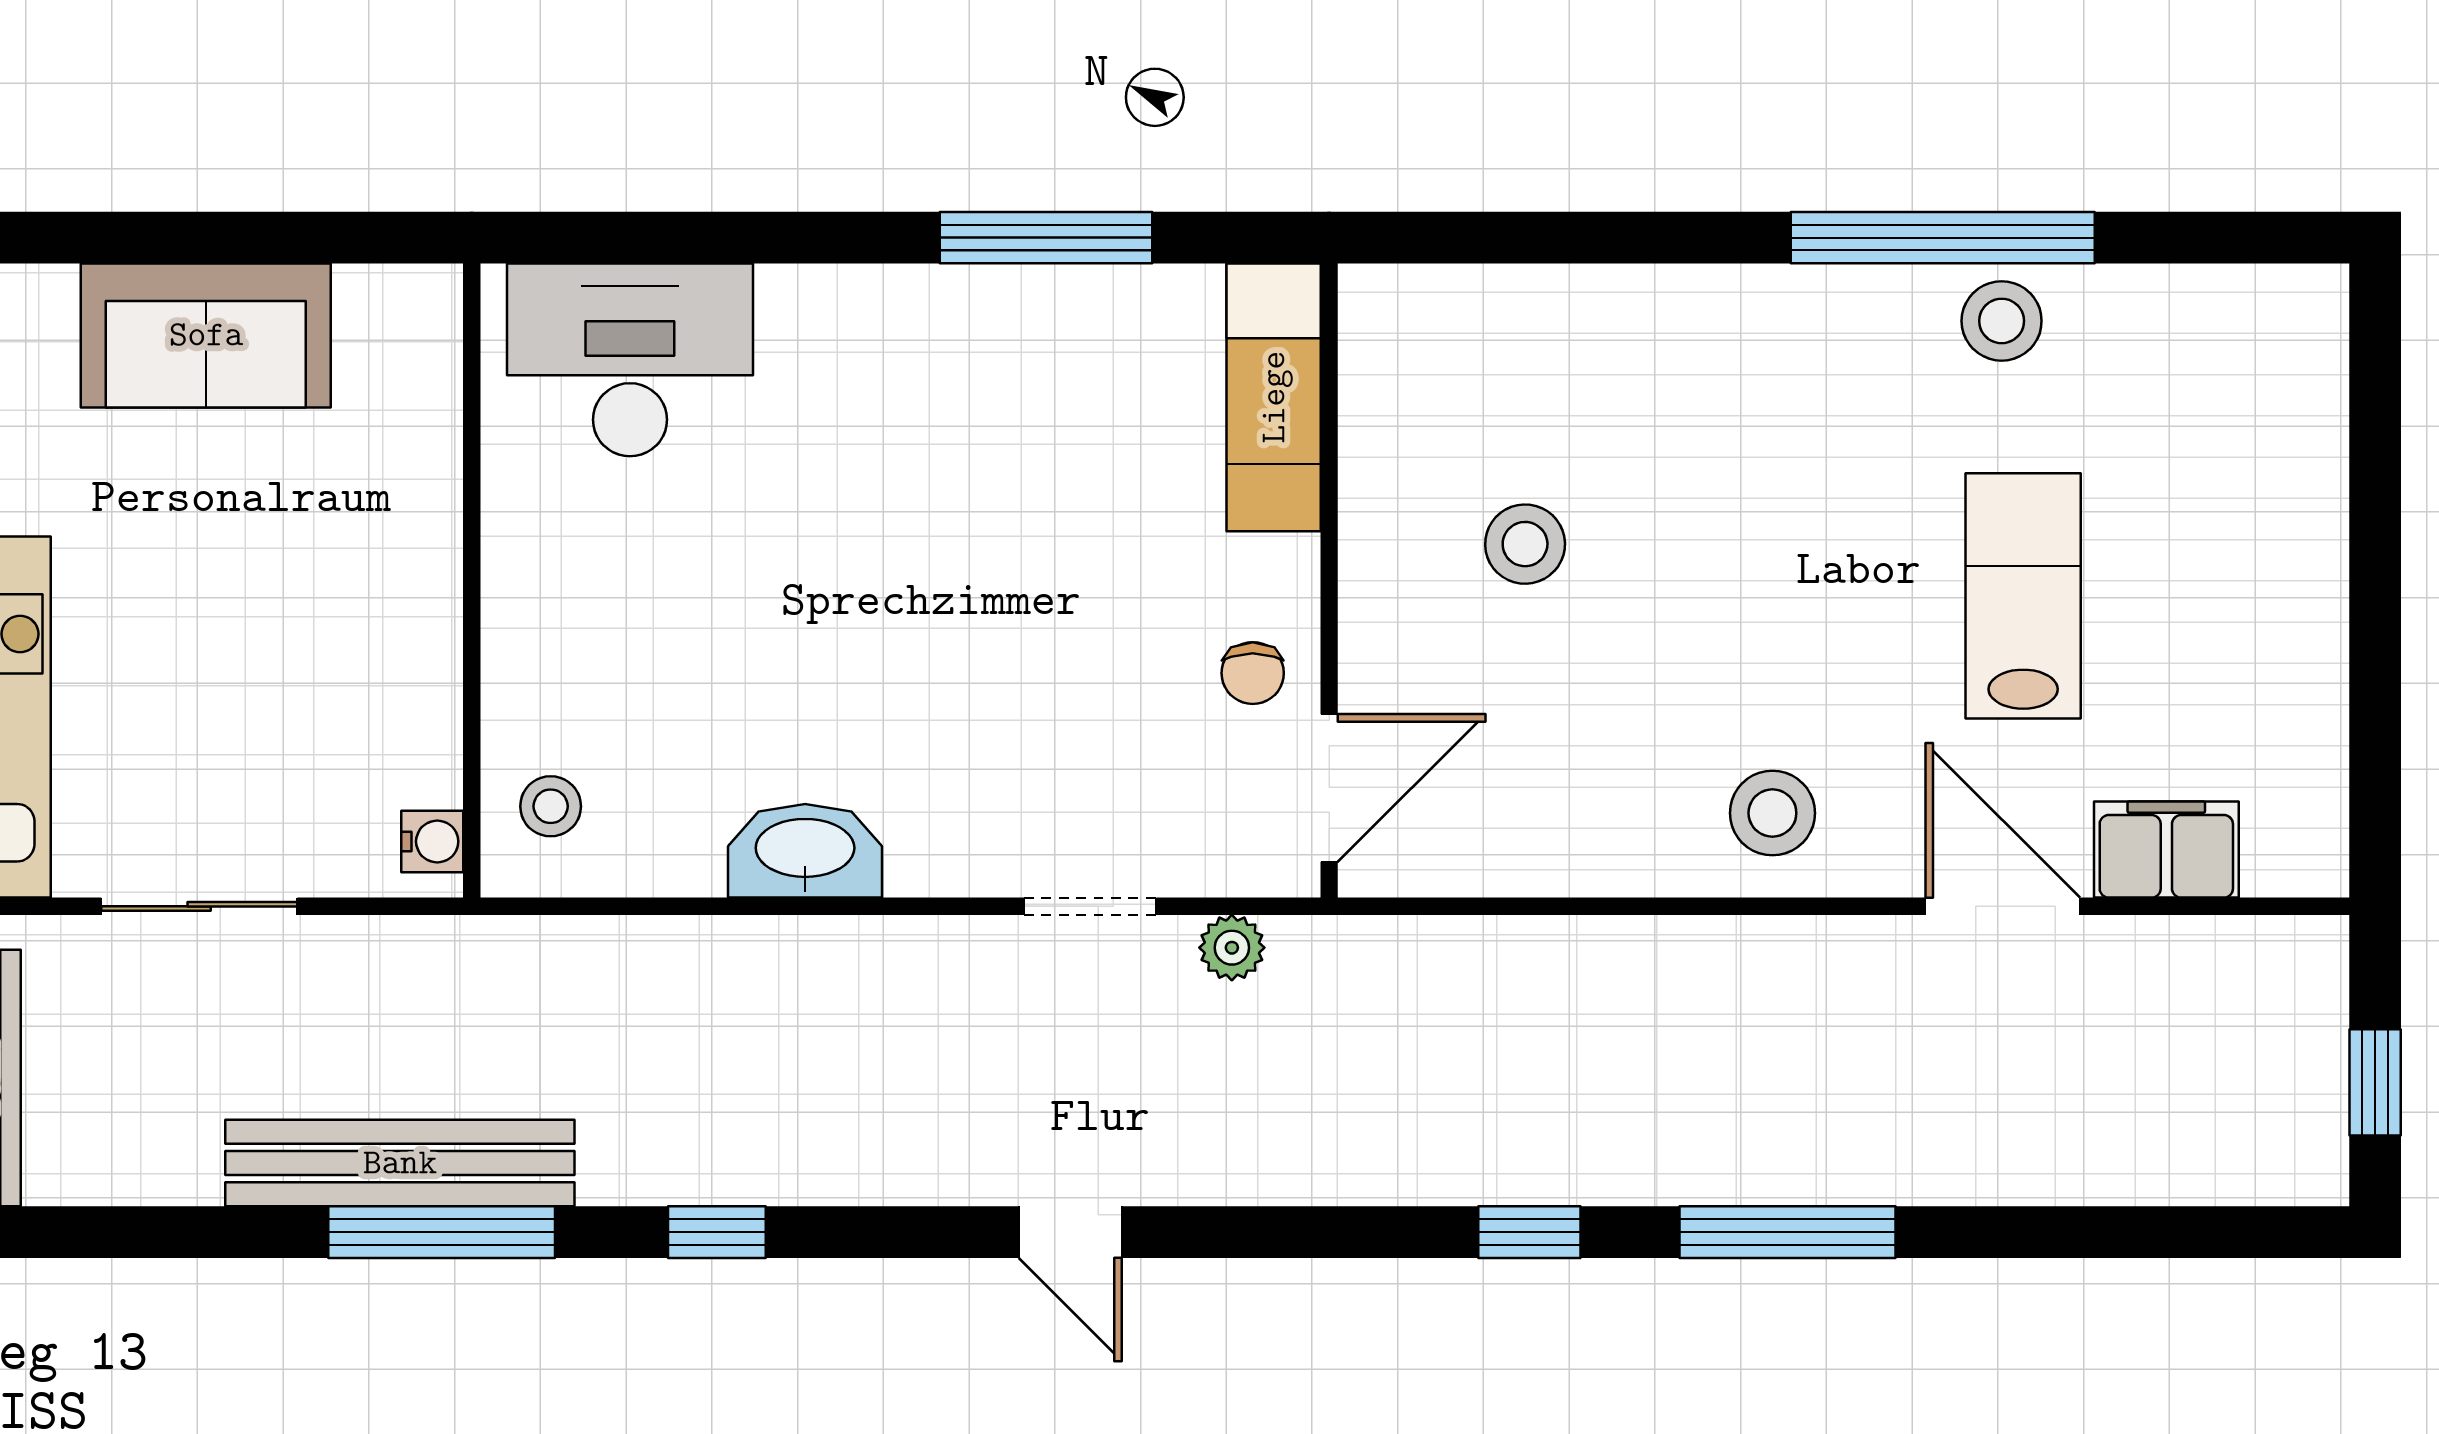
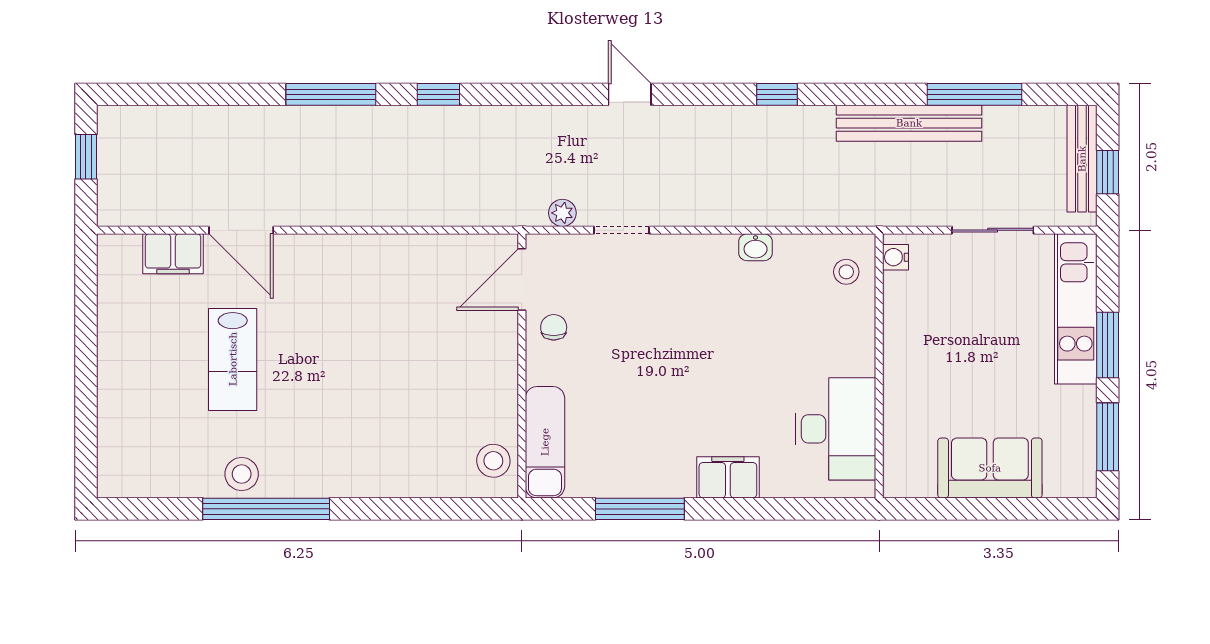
filing cabinet: (835, 313) -> (728, 477), added
desk: (630, 360) -> (835, 429), moved, turned -90
stool: (1525, 544) -> (493, 461), moved
stool: (1772, 813) -> (337, 269), removed
washbasin: (805, 851) -> (756, 247), width x0.52, depth x0.69
window: (442, 1232) -> (974, 94), moved

